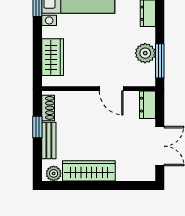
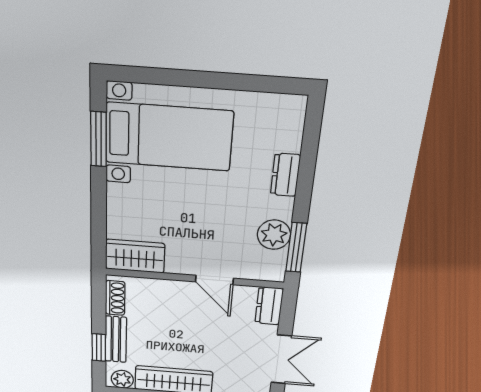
wardrobe: (53, 57) -> (135, 256), moved, turned -90
window: (37, 127) -> (99, 348), moved

